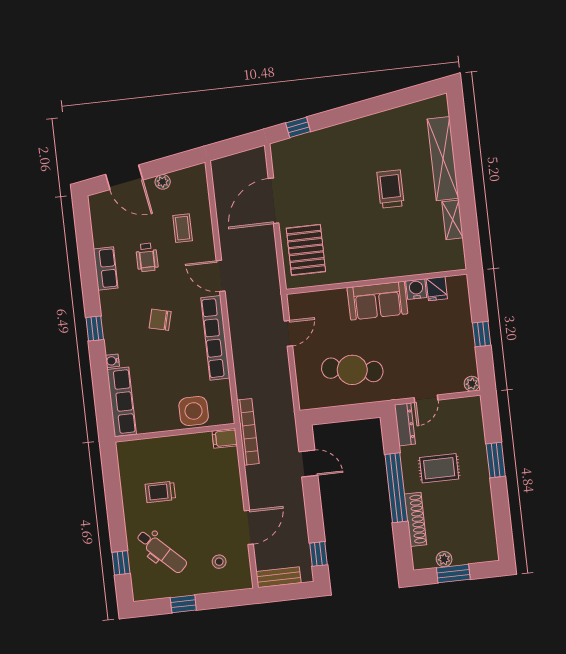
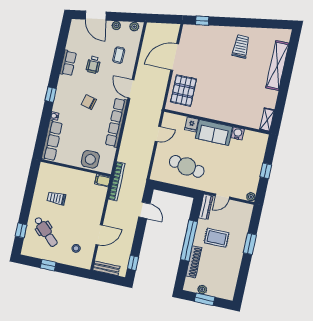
plant: (192, 174) -> (134, 27), added
trolley: (391, 189) -> (241, 46), moved
shelving: (452, 220) -> (267, 120), moved
fridge: (437, 289) -> (192, 124), moved

